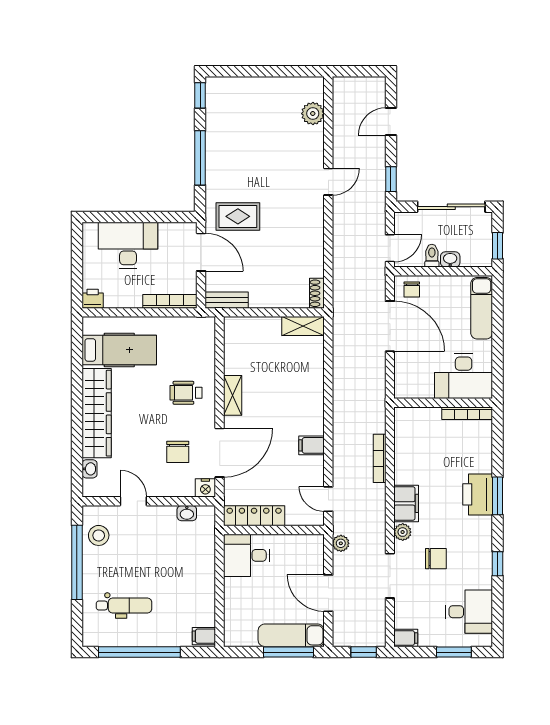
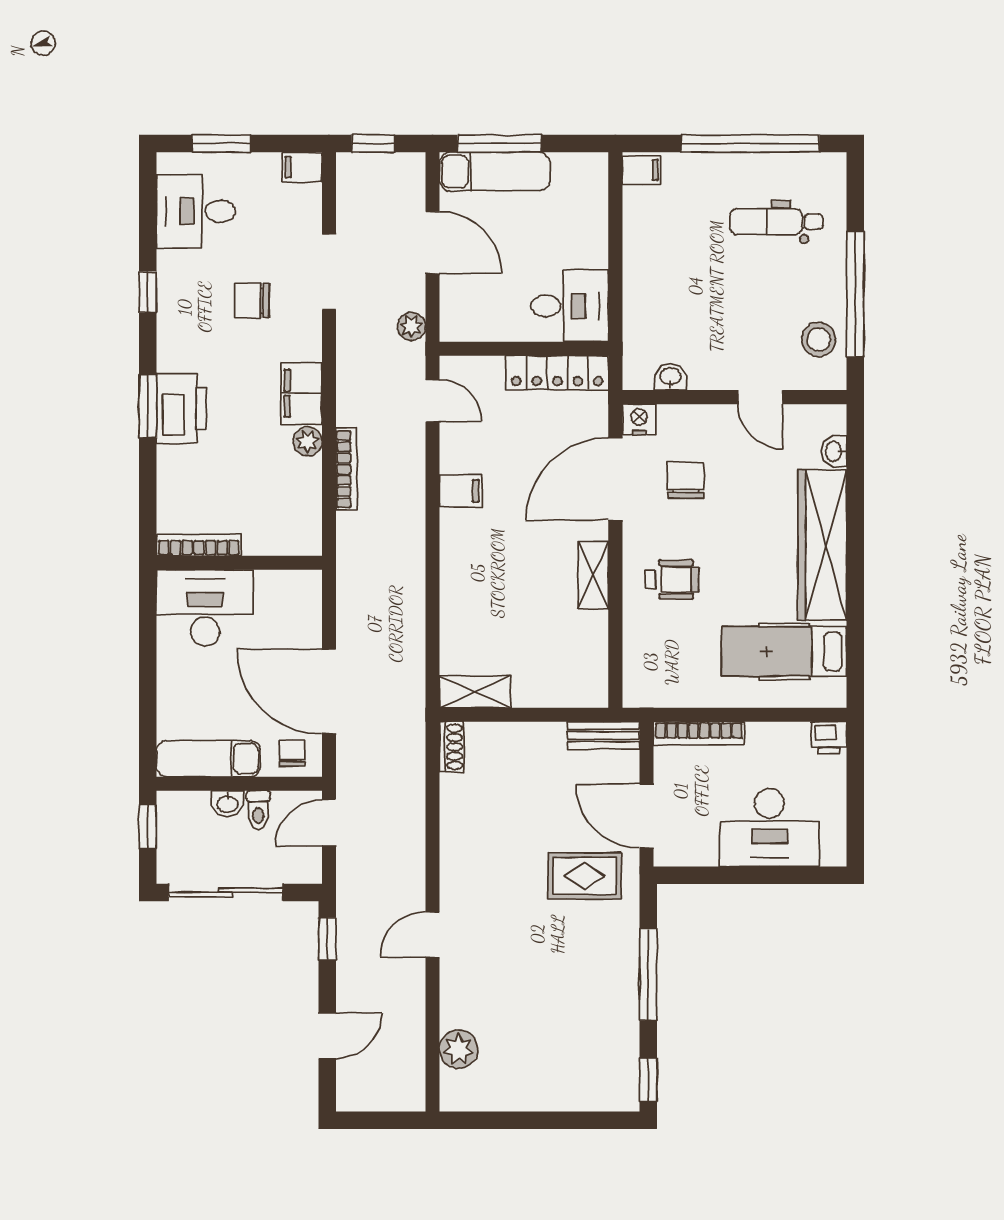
exam couch: (482, 308) -> (208, 759), moved, turned -90
plant: (403, 532) -> (308, 441), moved

